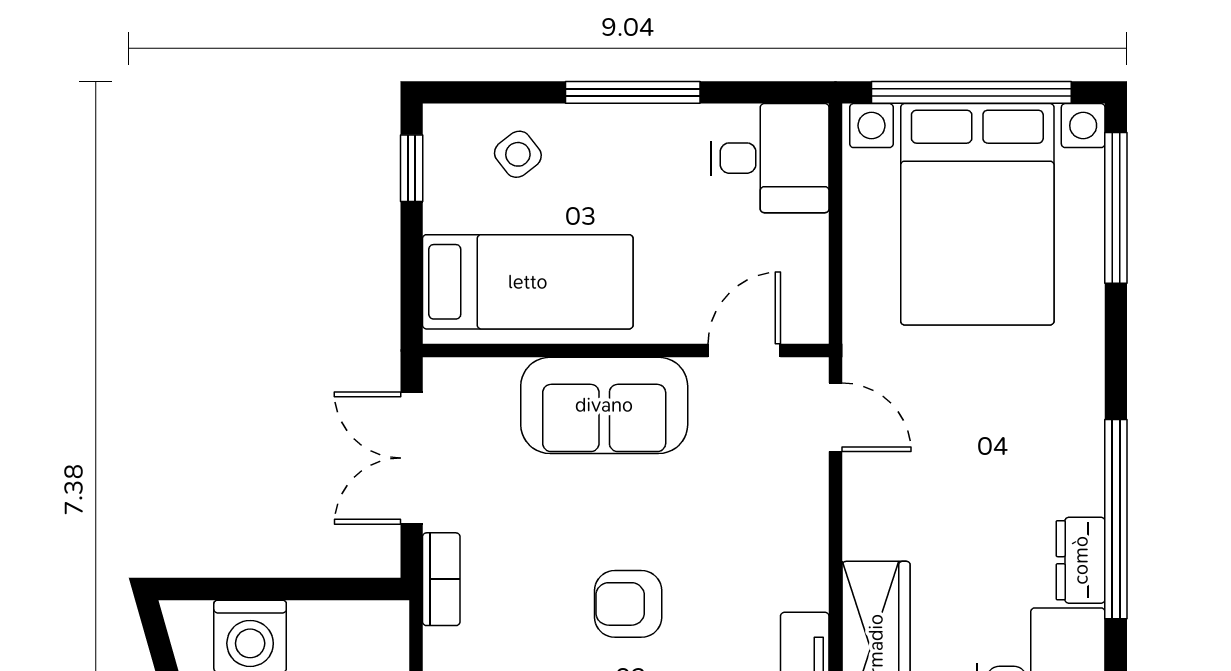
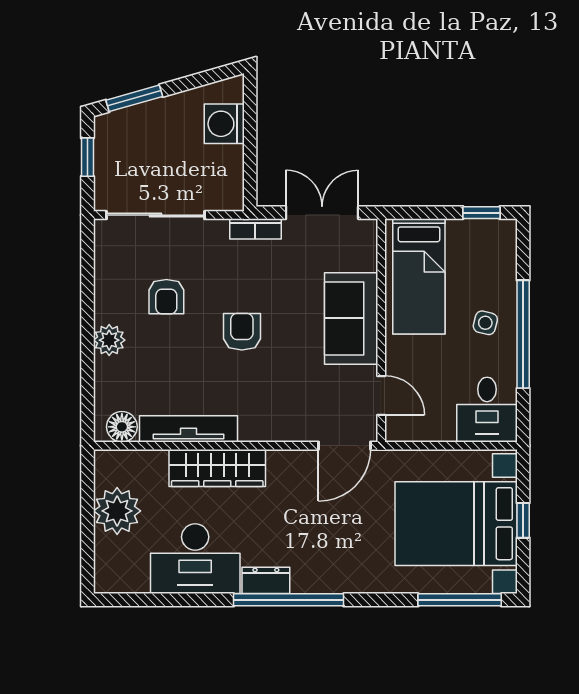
window: (633, 92) -> (523, 334), width x1.46
window: (971, 92) -> (523, 520), width x0.32
side table: (518, 154) -> (485, 323), moved, turned -38
door: (836, 417) -> (344, 446), width x1.38

